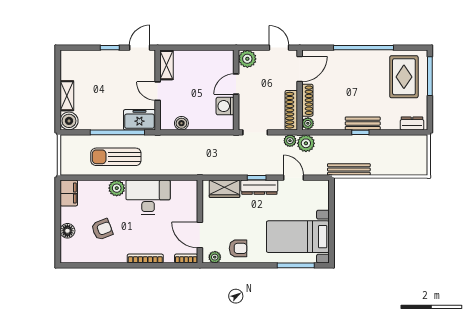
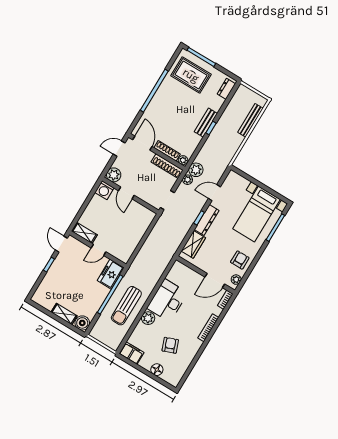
washing machine: (225, 106) -> (104, 190), moved
boiler: (181, 123) -> (130, 247), removed
bench: (349, 169) -> (250, 120), moved

